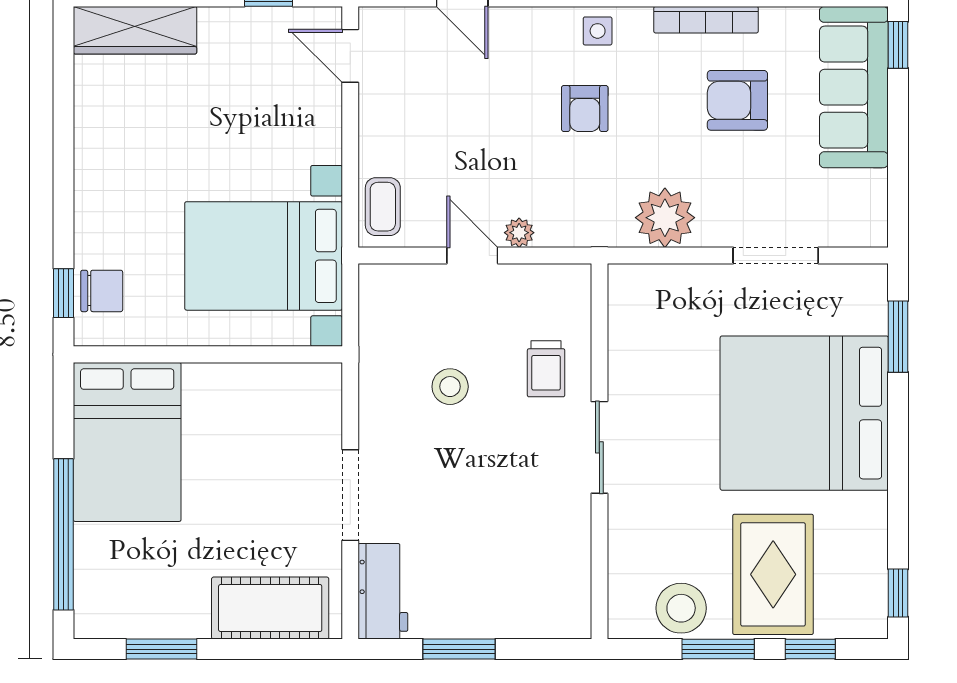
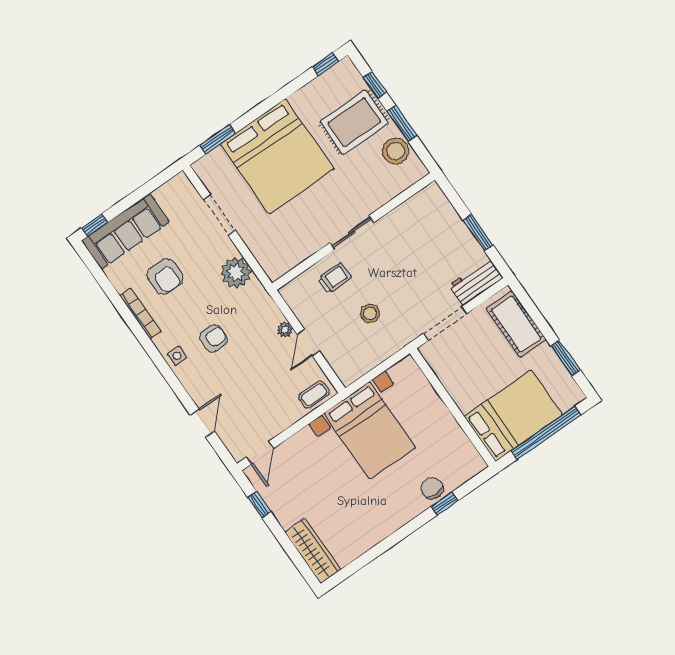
wall: (208, 354) -> (453, 407), moved
bed: (127, 442) -> (513, 416), moved

